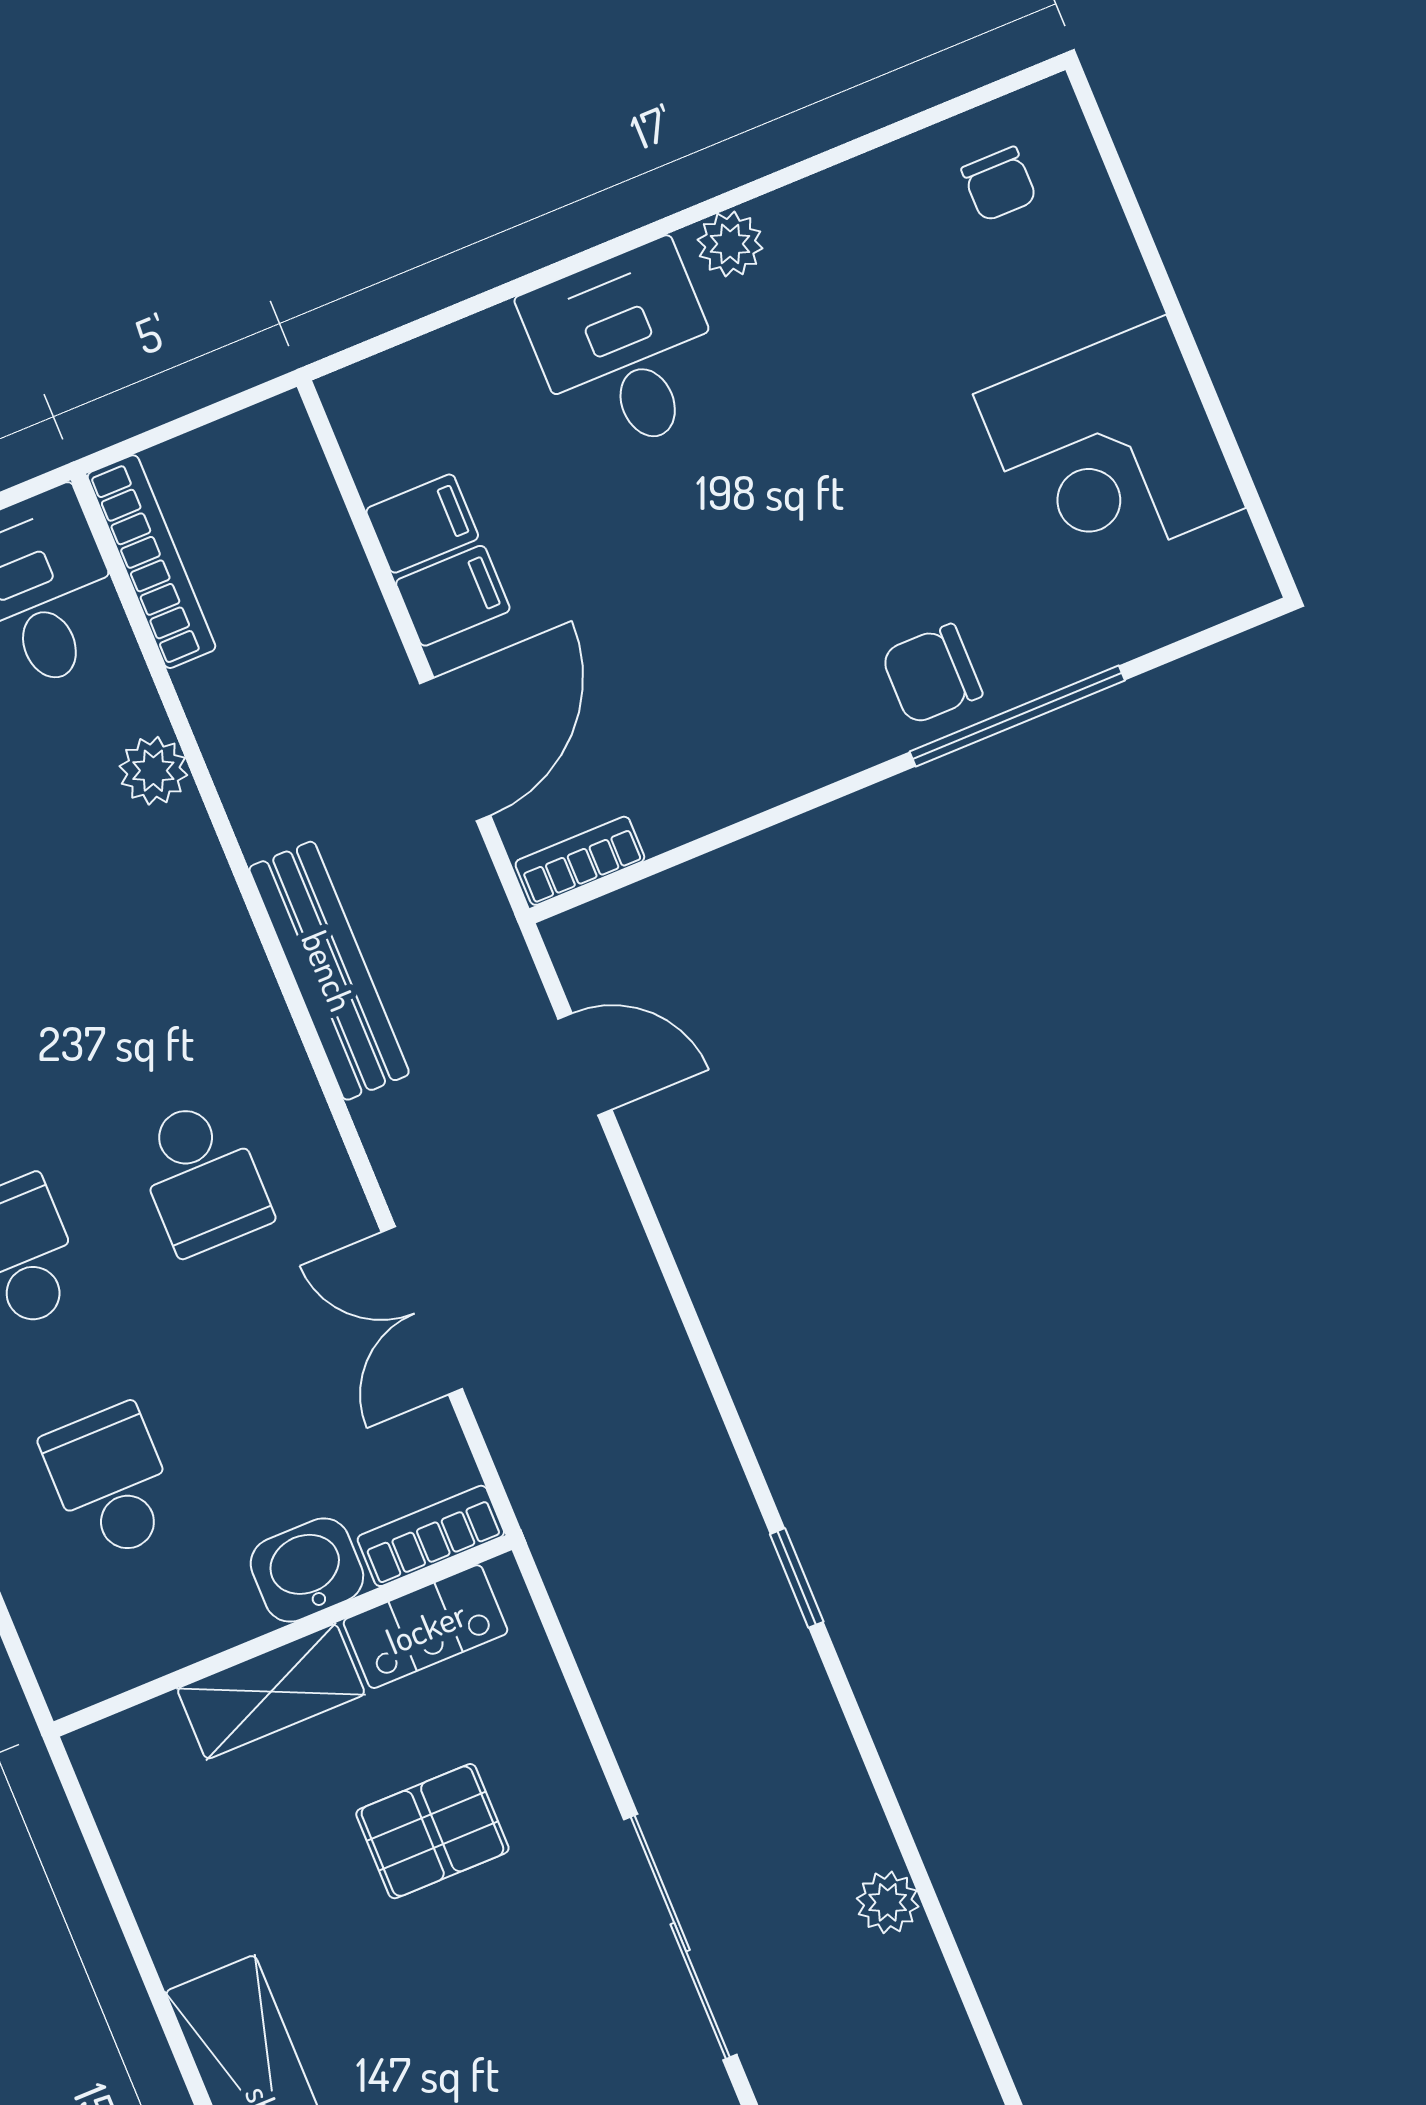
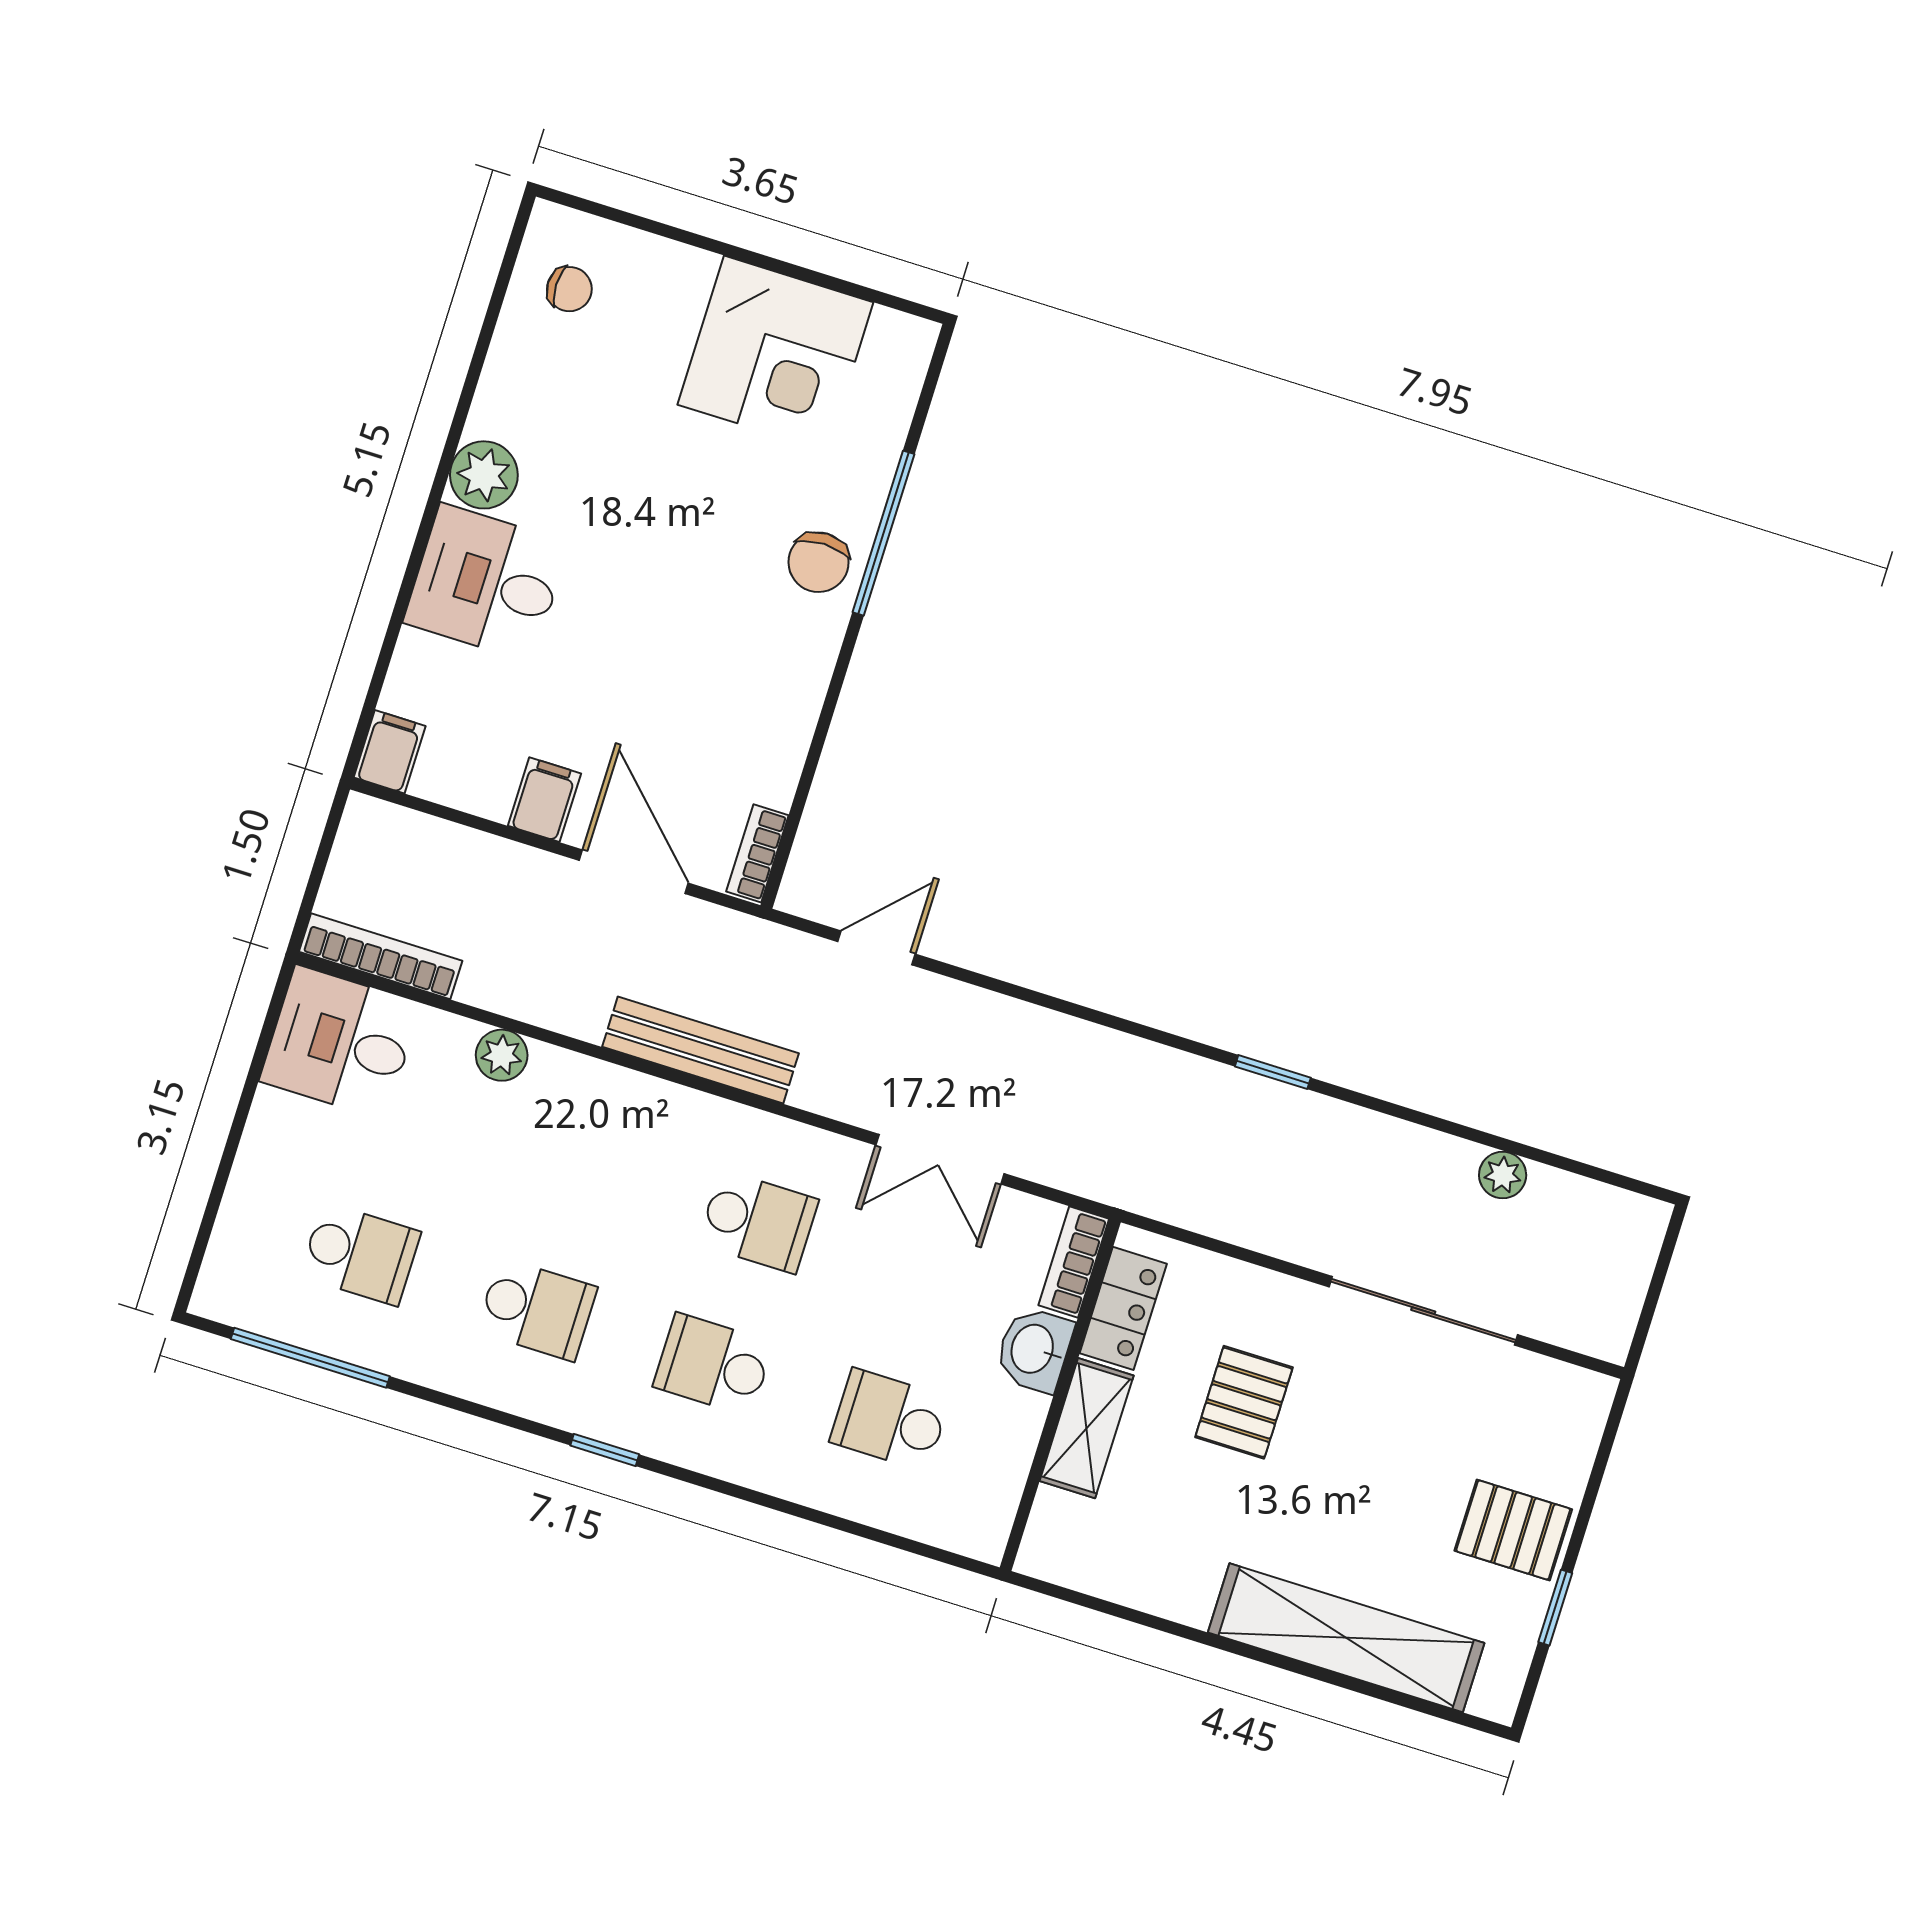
plant: (730, 244) -> (484, 475), width x1.38, depth x1.38
filing cabinet: (422, 524) -> (390, 752), moved

